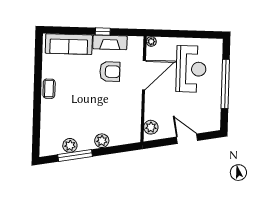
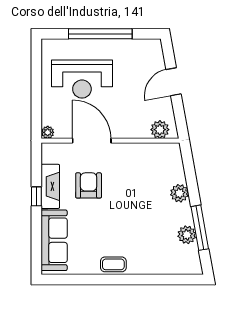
reception desk: (191, 69) -> (82, 79), turned 180

